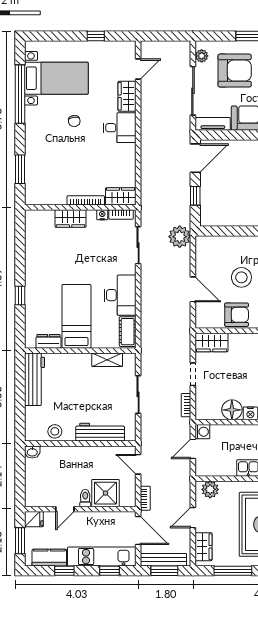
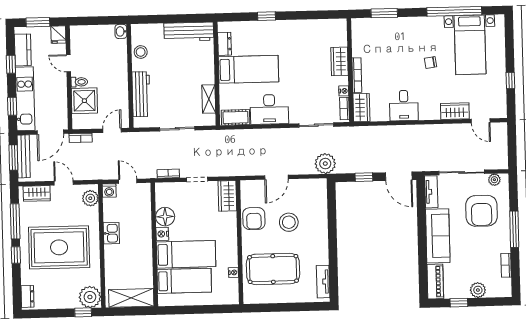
desk: (120, 128) -> (404, 106), moved
washing machine: (202, 432) -> (109, 191), moved

